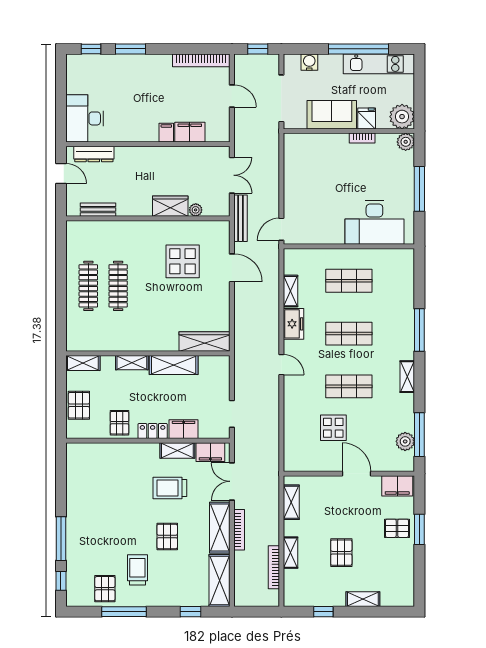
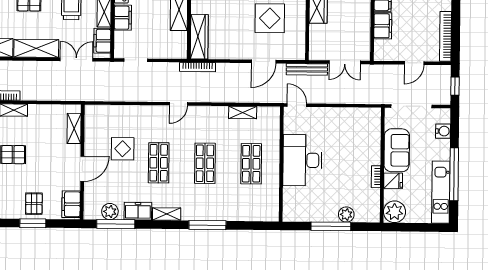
plant: (406, 142) -> (346, 214), moved
plant: (196, 210) -> (315, 30), removed
desk: (374, 222) -> (302, 160), moved
freezer: (293, 324) -> (138, 211), moved, turned 180
shelving: (291, 502) -> (74, 128), moved, turned 90
bookcase: (239, 530) -> (197, 67), moved

